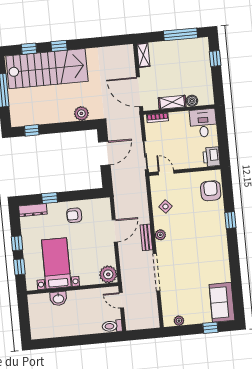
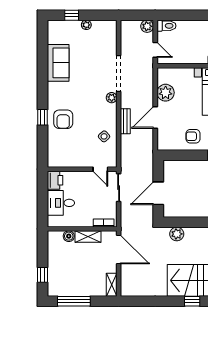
desk: (203, 123) -> (61, 203), moved, turned 90
armchair: (211, 191) -> (63, 119), moved
armchair: (74, 215) -> (193, 136), turned 180
plant: (160, 235) -> (112, 98), moved
bench: (146, 237) -> (125, 121), moved
plant: (108, 274) -> (166, 93), moved
sofa: (222, 302) -> (58, 63), moved
plant: (179, 321) -> (86, 25), moved
plant: (132, 324) -> (147, 26), added

